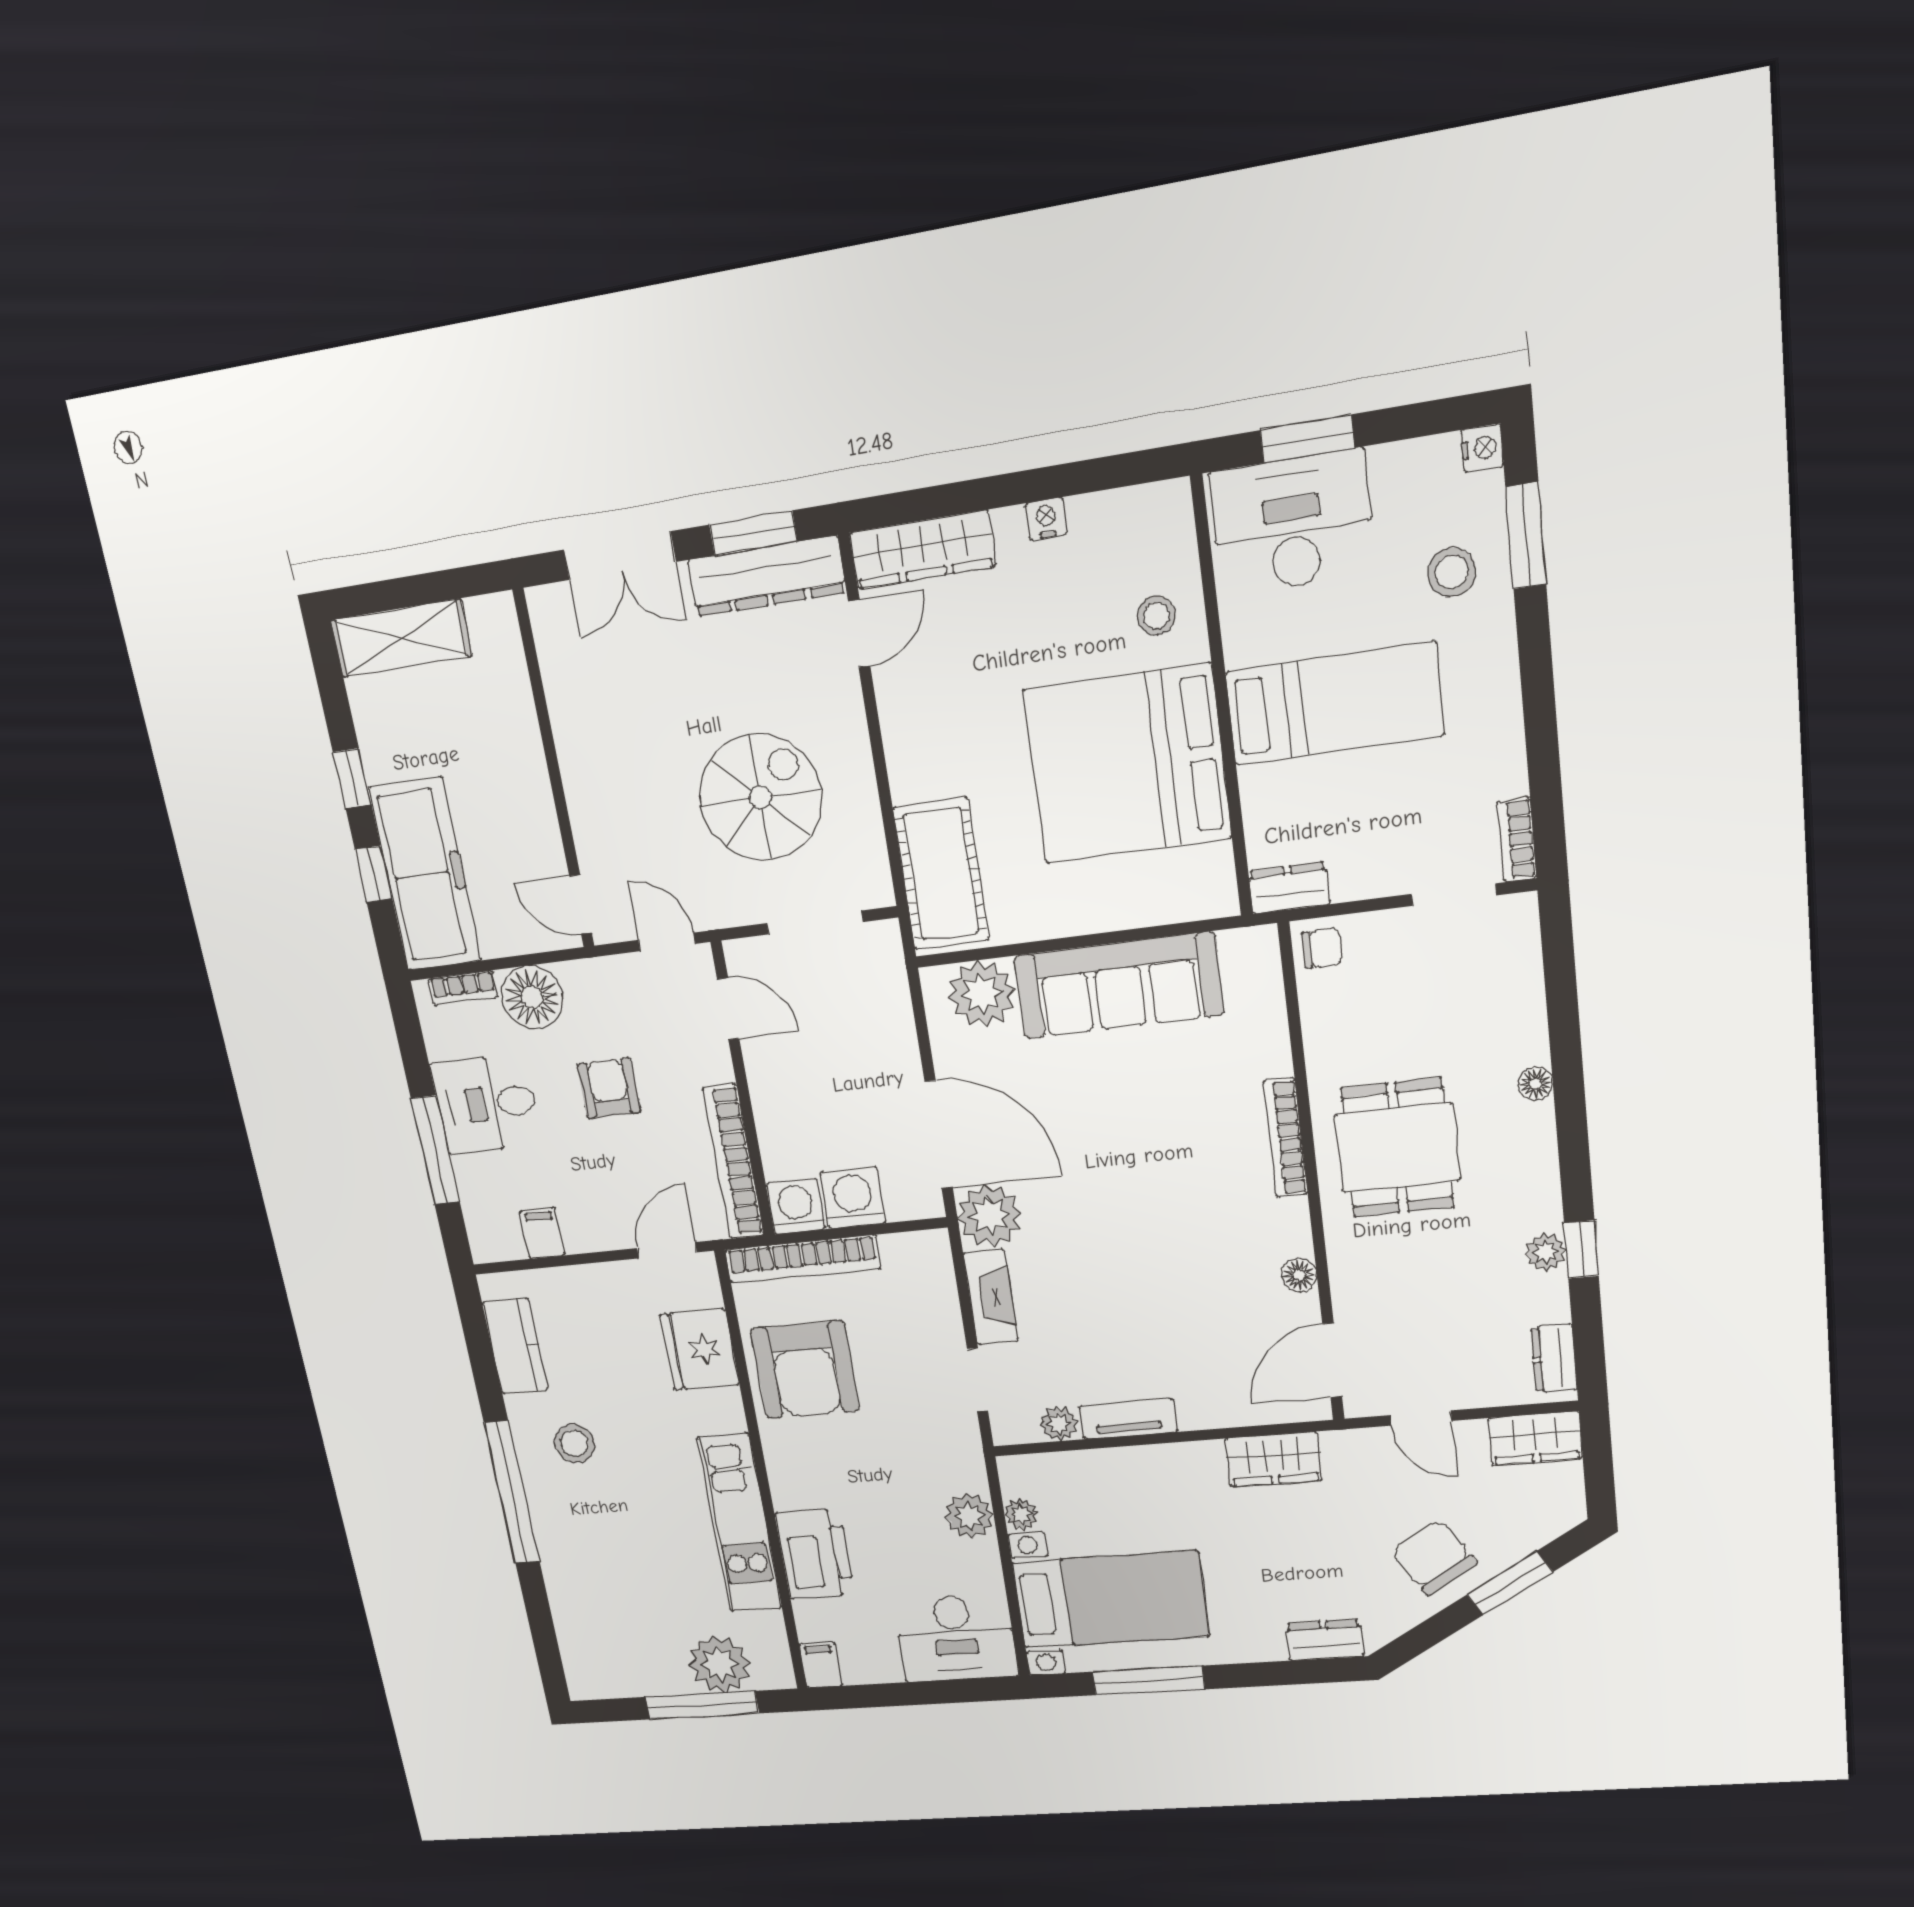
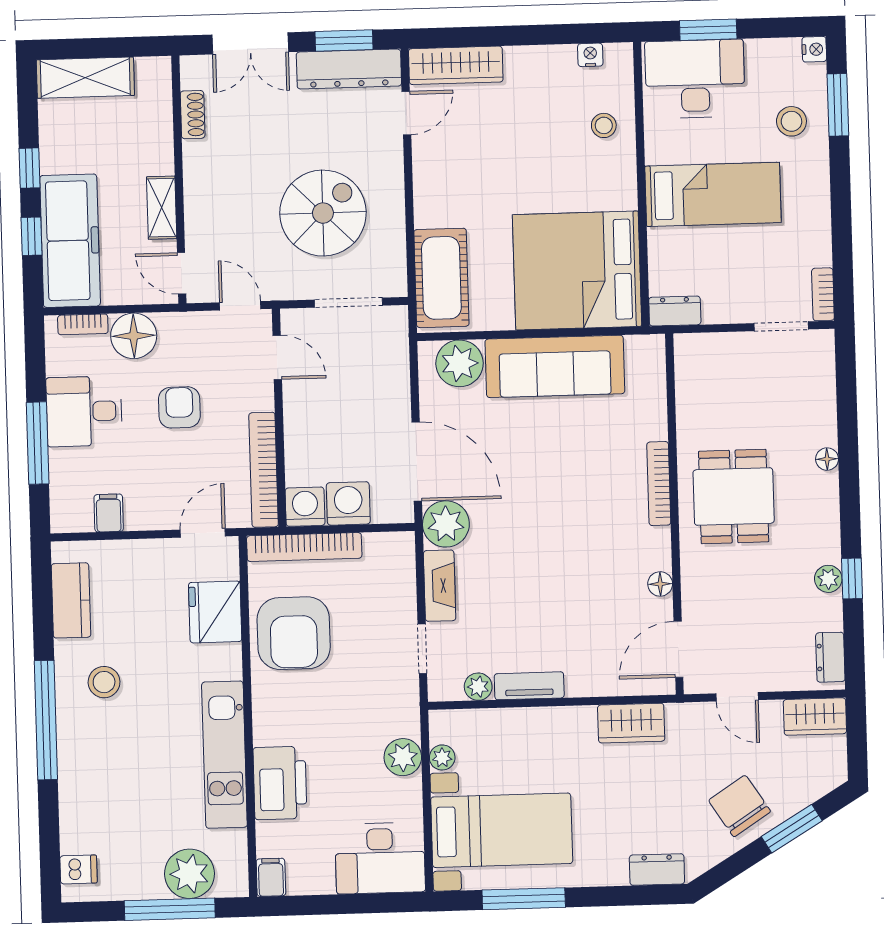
nightstand: (1046, 519) -> (590, 55), moved
shoe rack: (557, 674) -> (193, 115), added
bed: (1127, 764) -> (577, 270), moved
shelving: (538, 815) -> (162, 208), added
chair: (1322, 948) -> (693, 354), removed
dishwasher: (584, 1663) -> (79, 869), added

